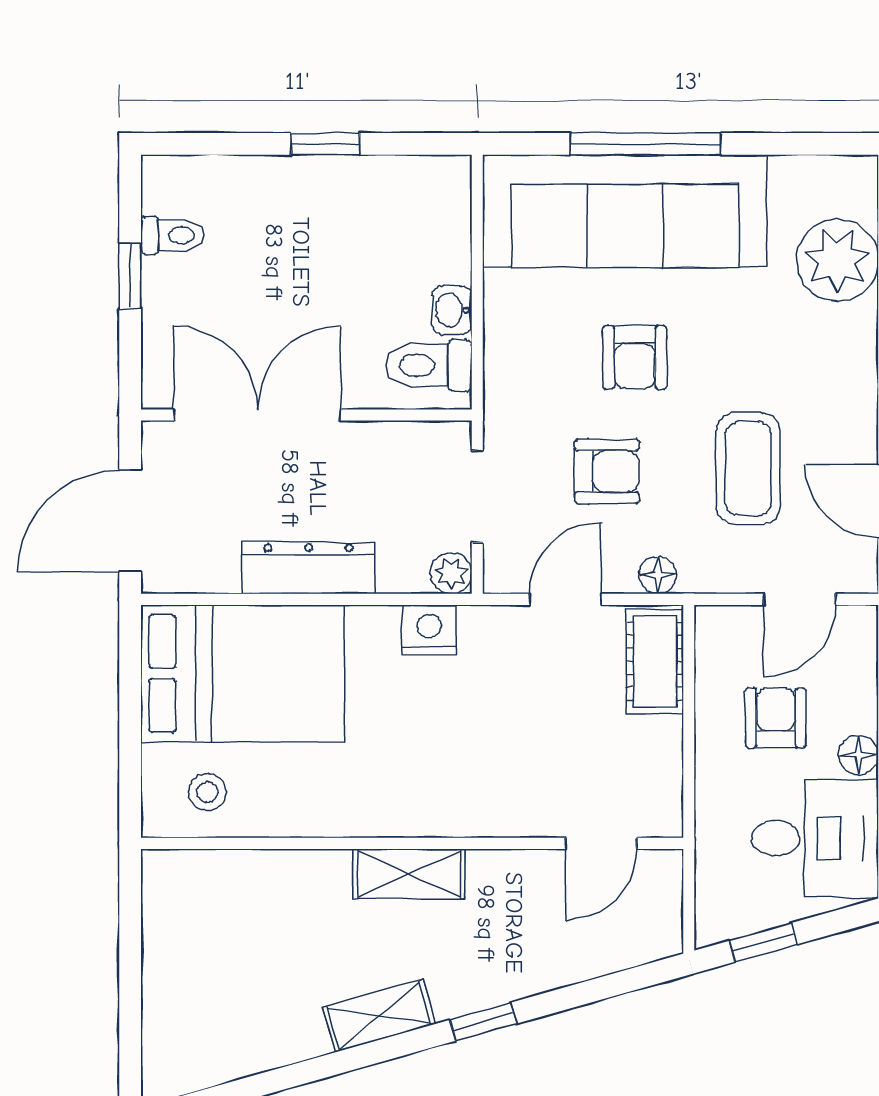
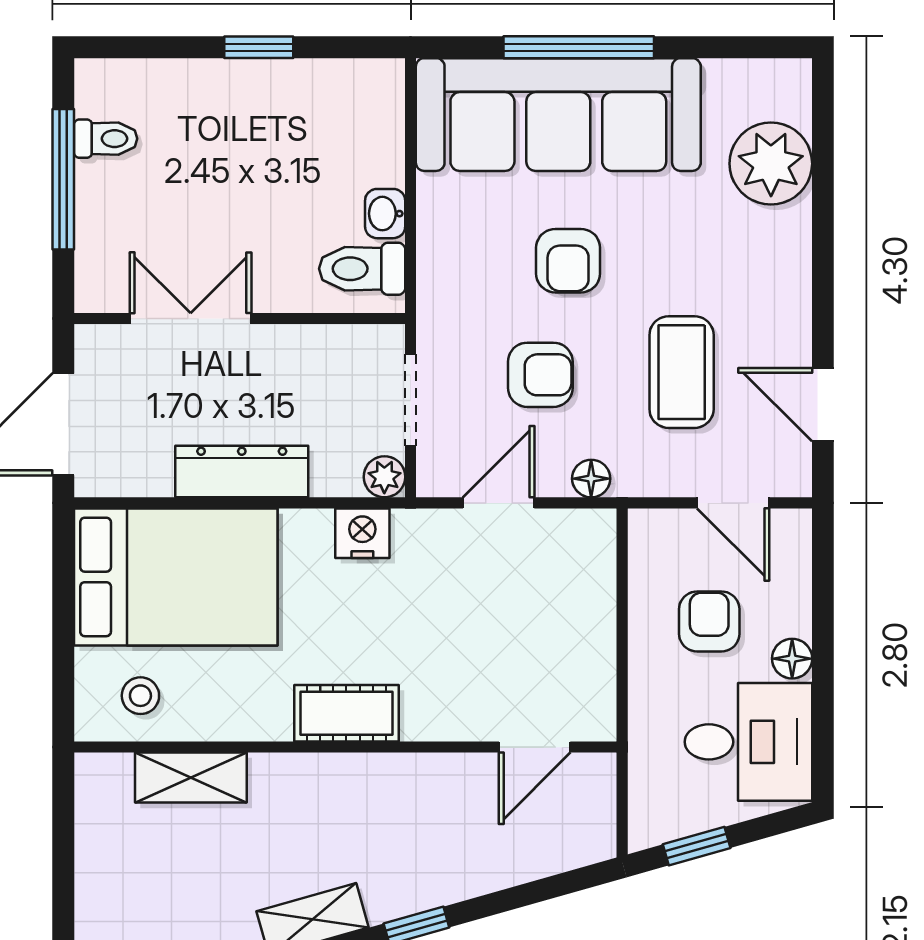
window: (130, 276) -> (63, 179), width x2.17
double door: (257, 415) -> (191, 318), width x0.73
door: (800, 599) -> (733, 503), hinge flipped
cot: (655, 661) -> (346, 713), moved, turned 90
shelving: (409, 874) -> (191, 778), moved

